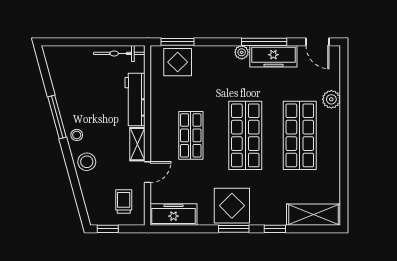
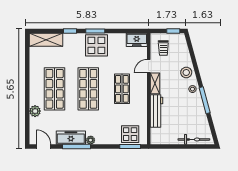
bicycle: (119, 53) -> (194, 139), moved
freezer: (174, 215) -> (137, 40), width x0.71

